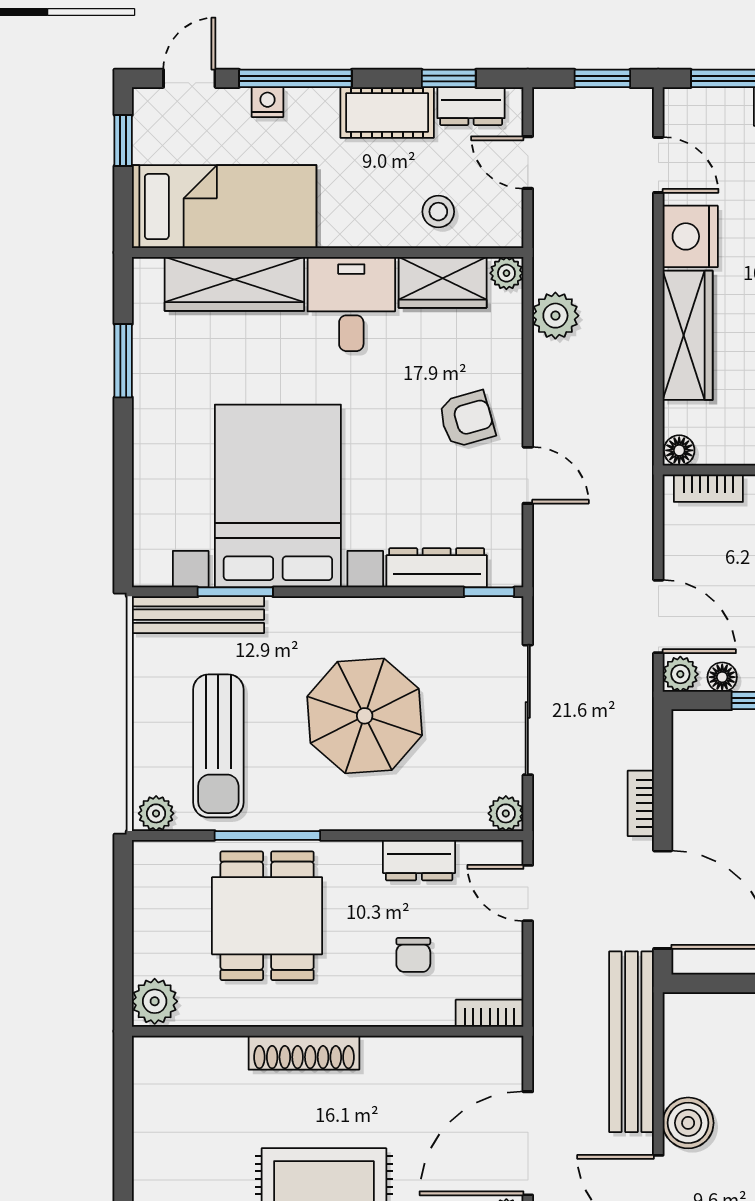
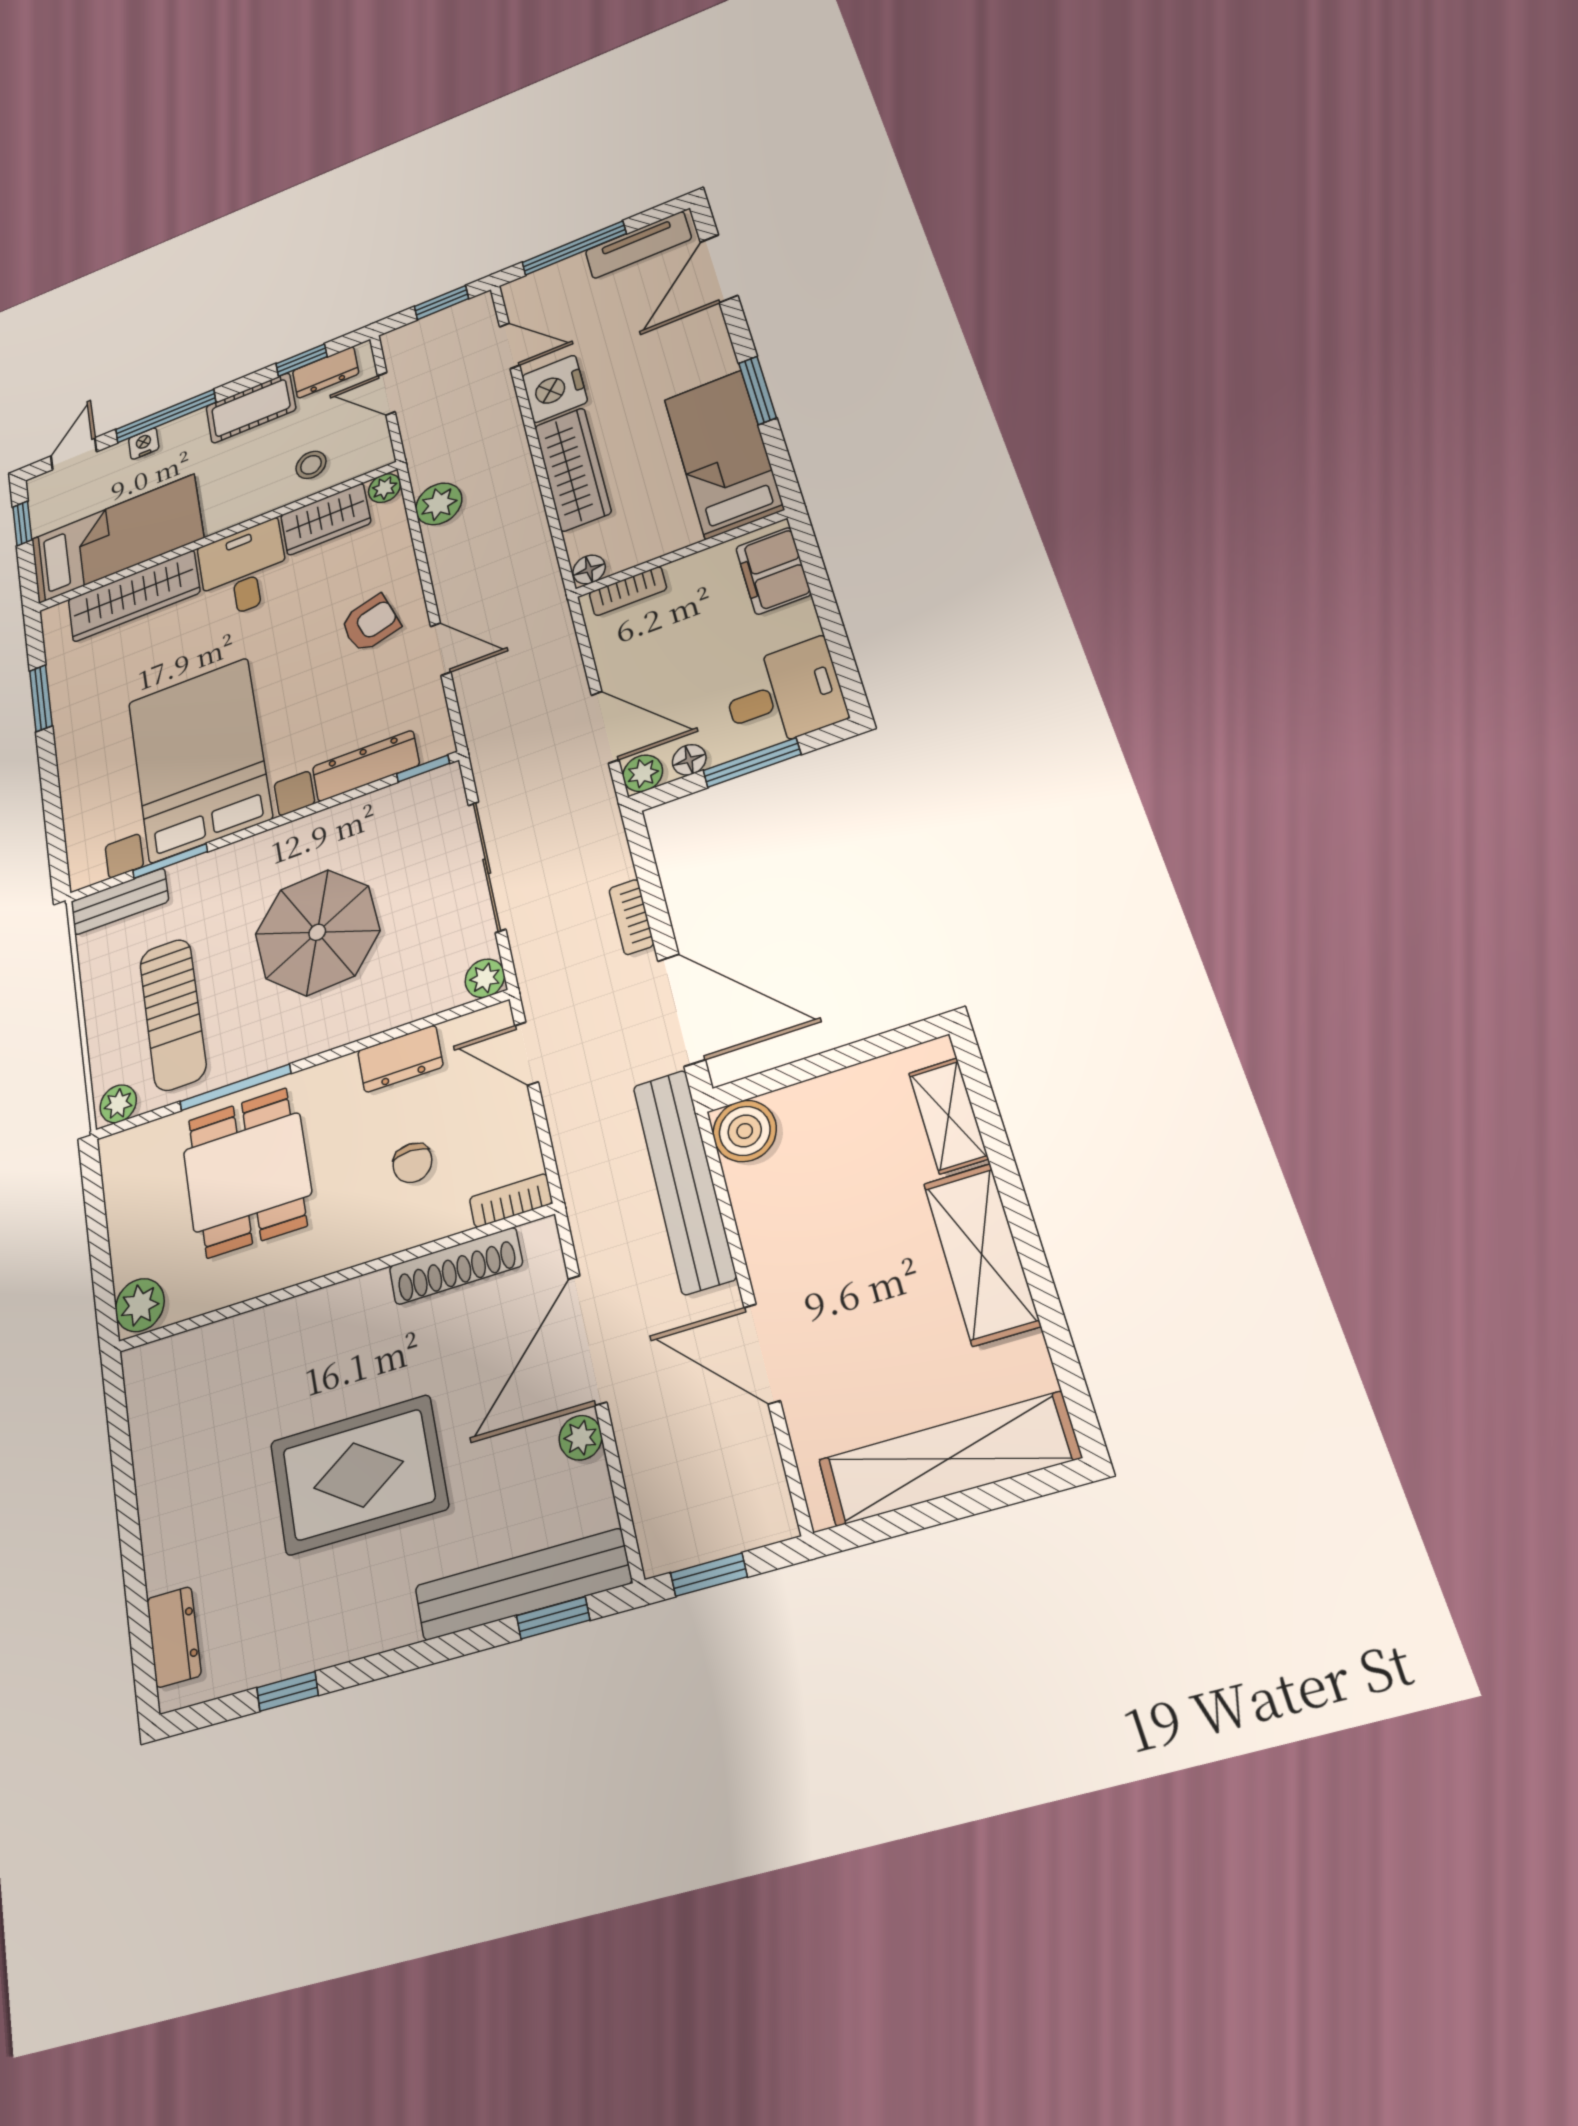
bench: (198, 615) -> (120, 902), width x0.73
shoe rack: (304, 1053) -> (456, 1266), moved
boiler: (688, 1123) -> (745, 1131), moved

